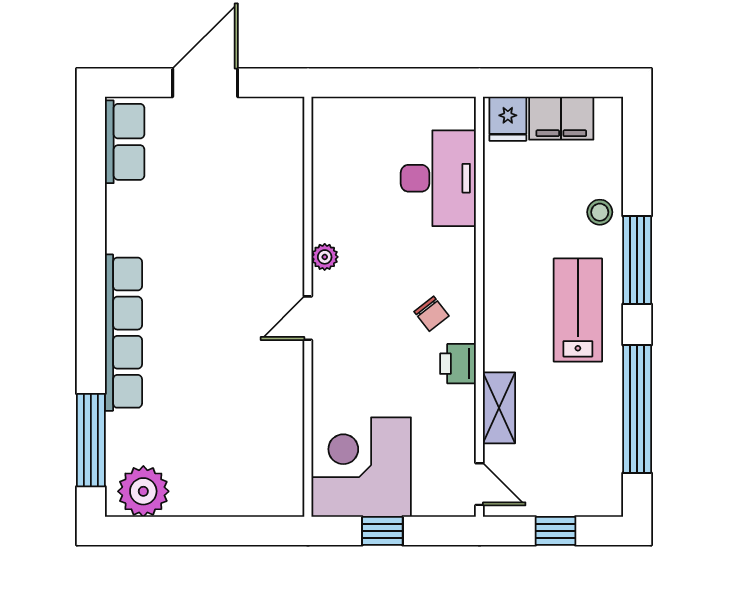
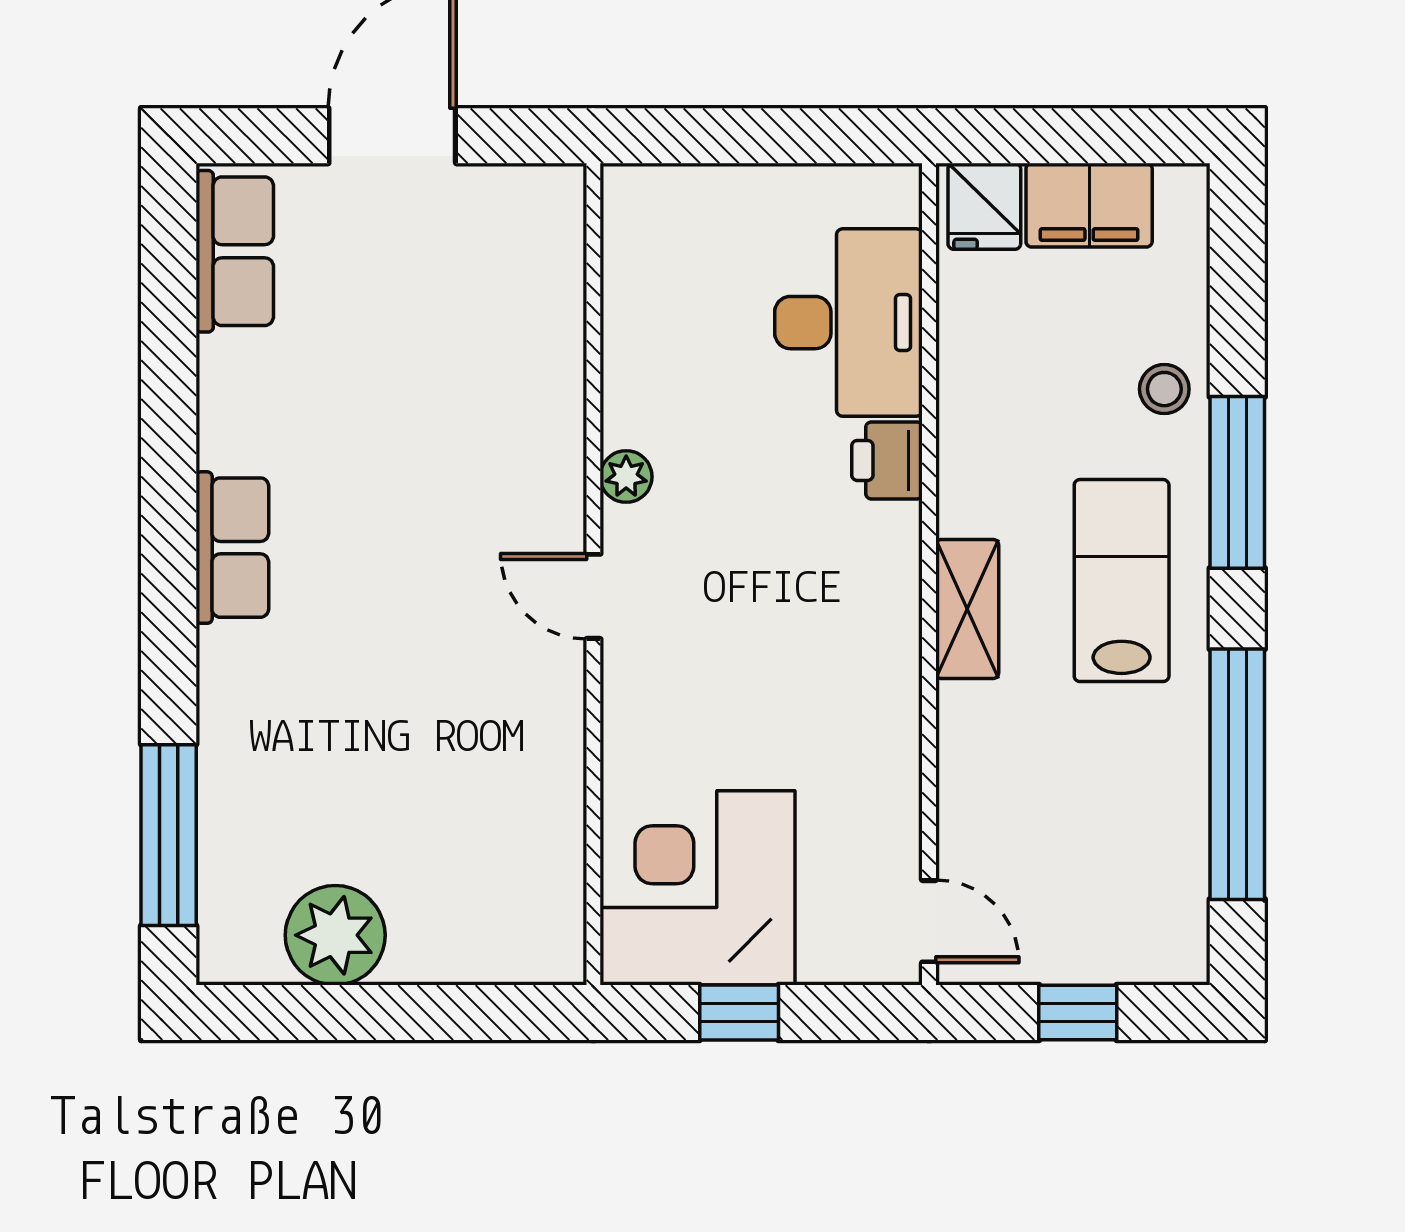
chair: (432, 314) -> (835, 588), removed
door: (308, 318) -> (593, 596), hinge flipped
row of seats: (123, 333) -> (232, 548), width x0.50
printer: (458, 364) -> (887, 460), moved
shelving: (499, 408) -> (967, 609), moved
plant: (143, 491) -> (335, 935), moved

